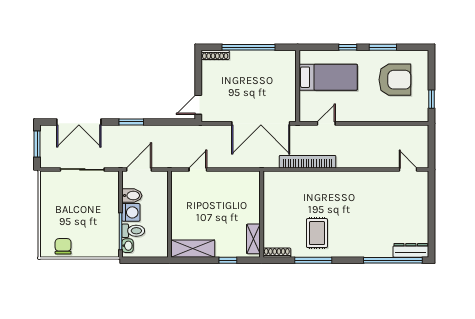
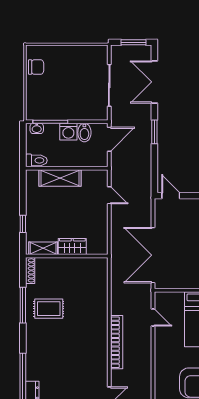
bookcase: (308, 162) -> (117, 342), moved
door: (139, 169) -> (109, 139), hinge flipped
wardrobe: (252, 208) -> (72, 246), added
toilet: (133, 231) -> (36, 160), moved, turned -90
shelving: (193, 249) -> (60, 178), moved, turned 90

